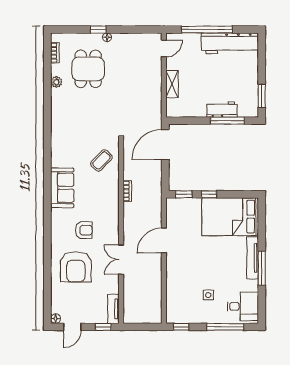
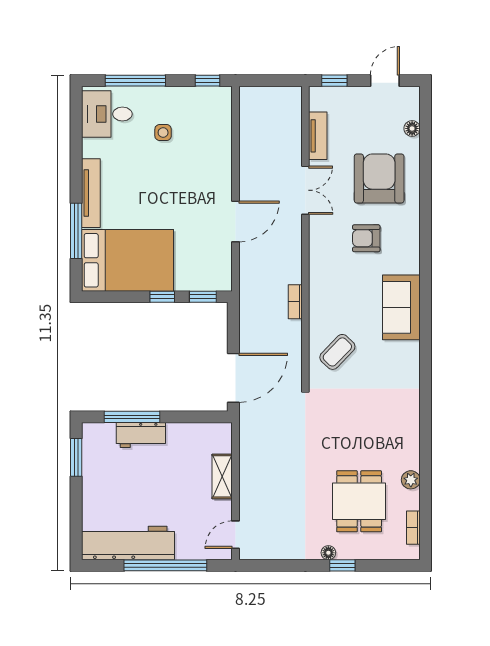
window: (262, 268) -> (76, 231), moved
tv unit: (113, 309) -> (318, 136), moved
floor lamp: (56, 319) -> (412, 128), moved

